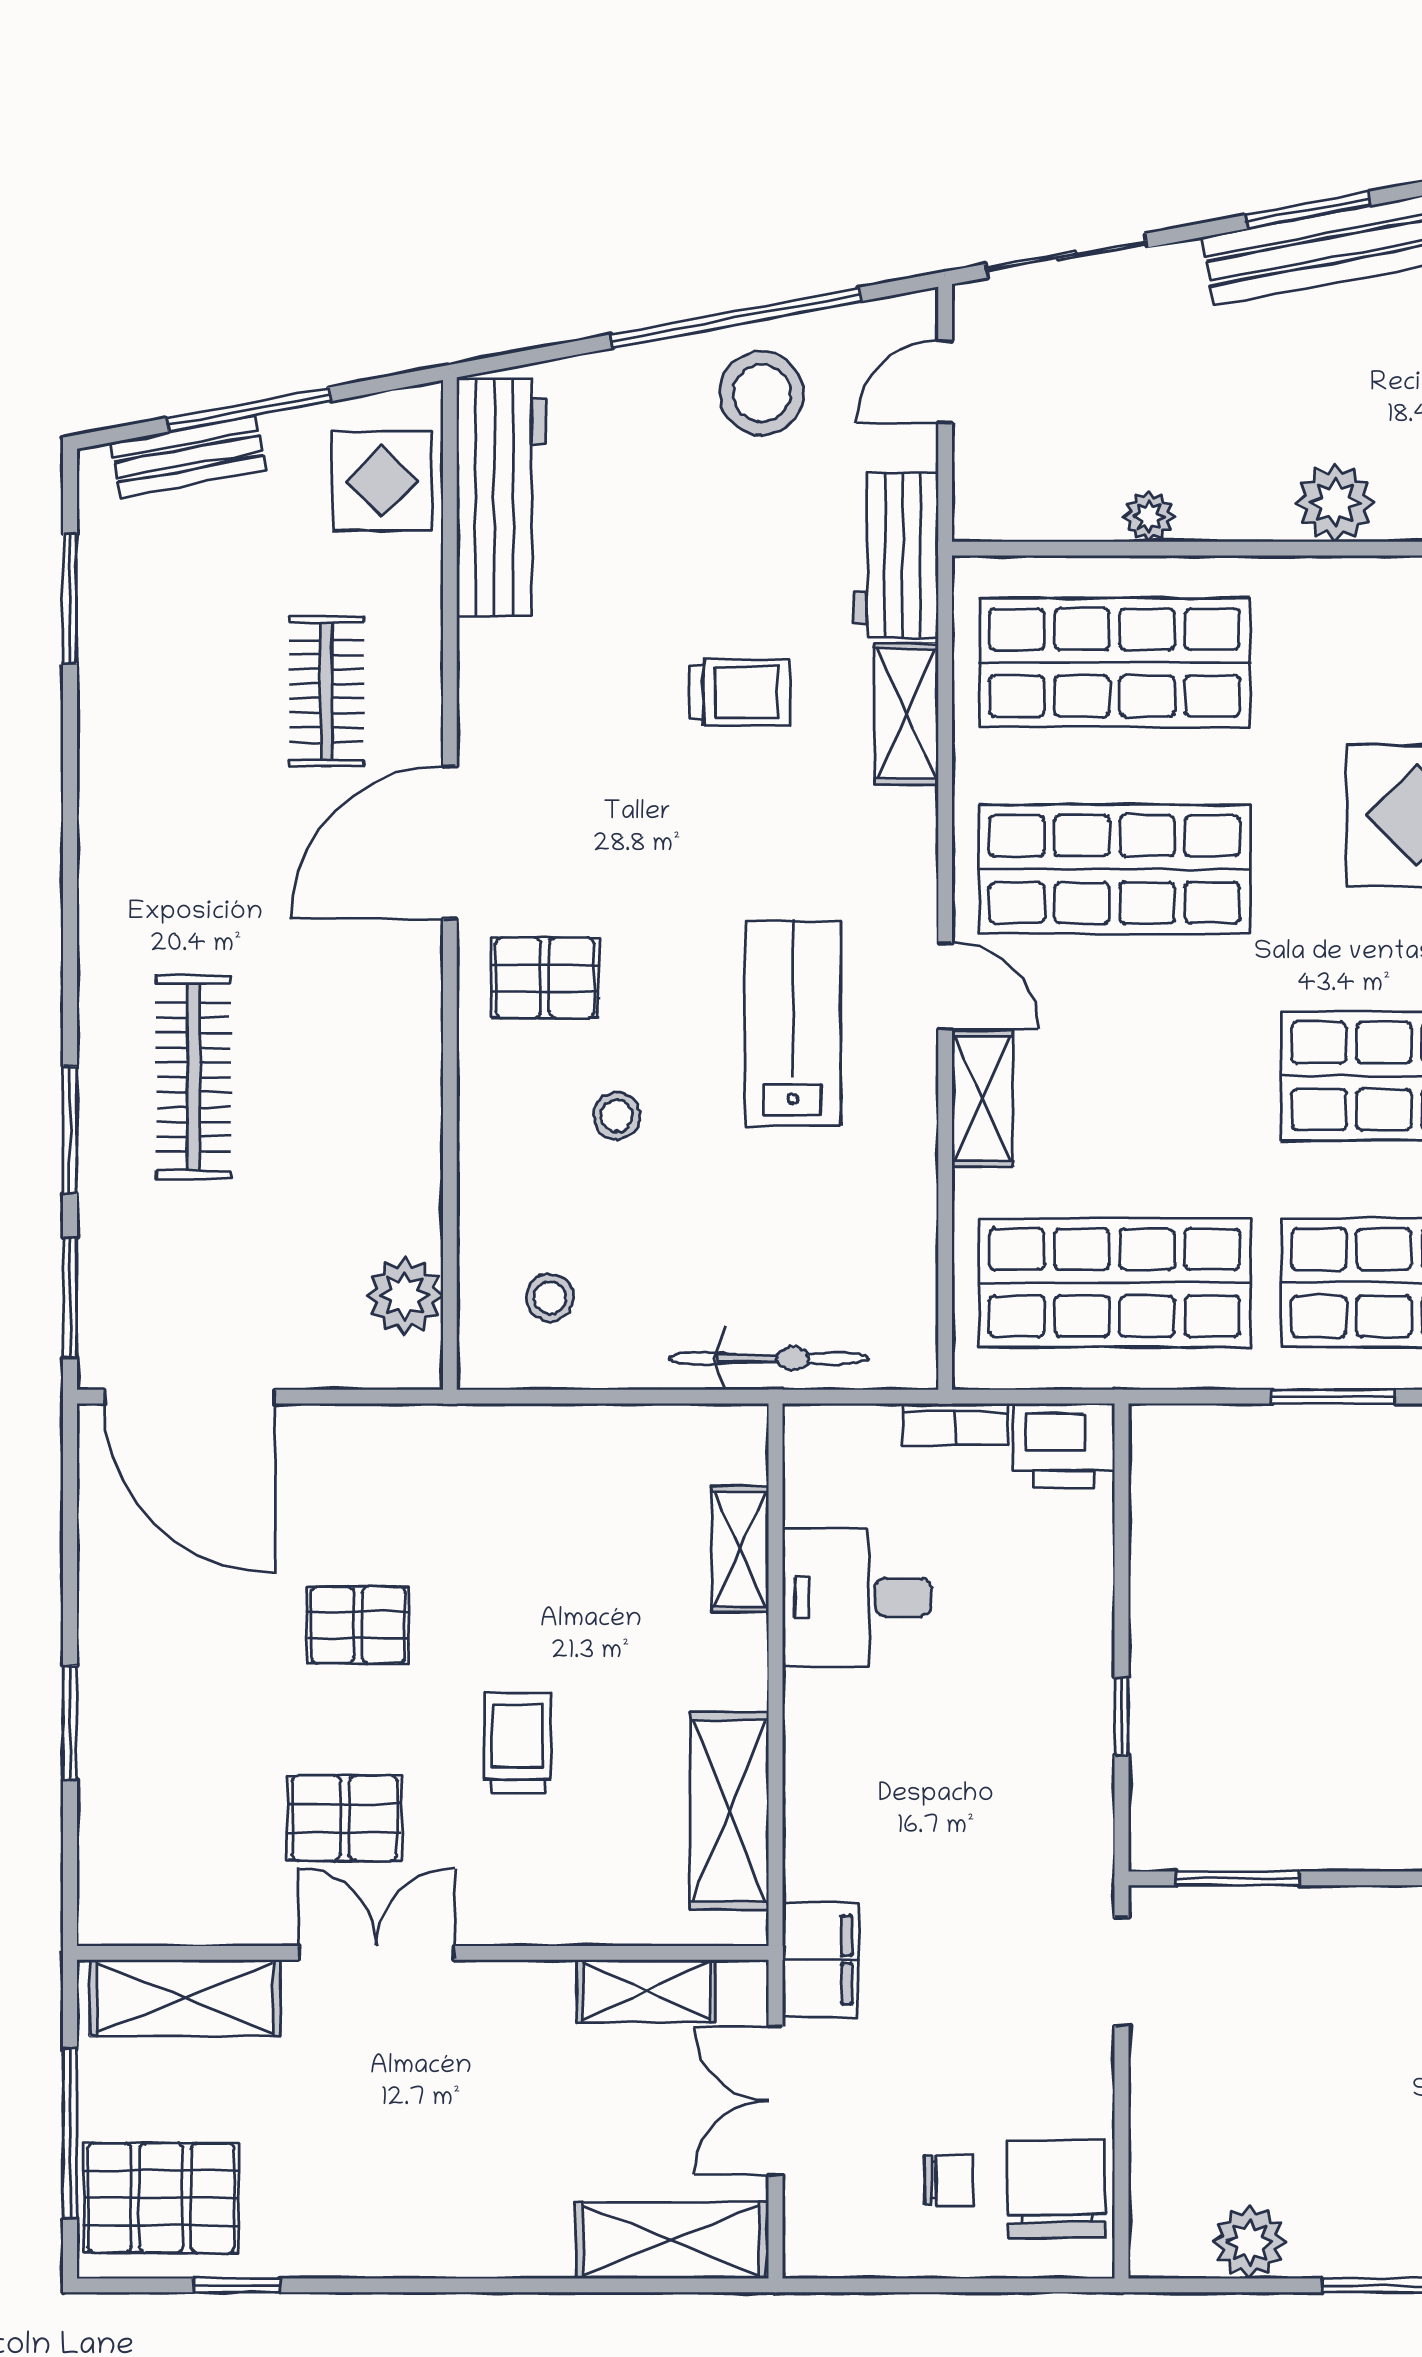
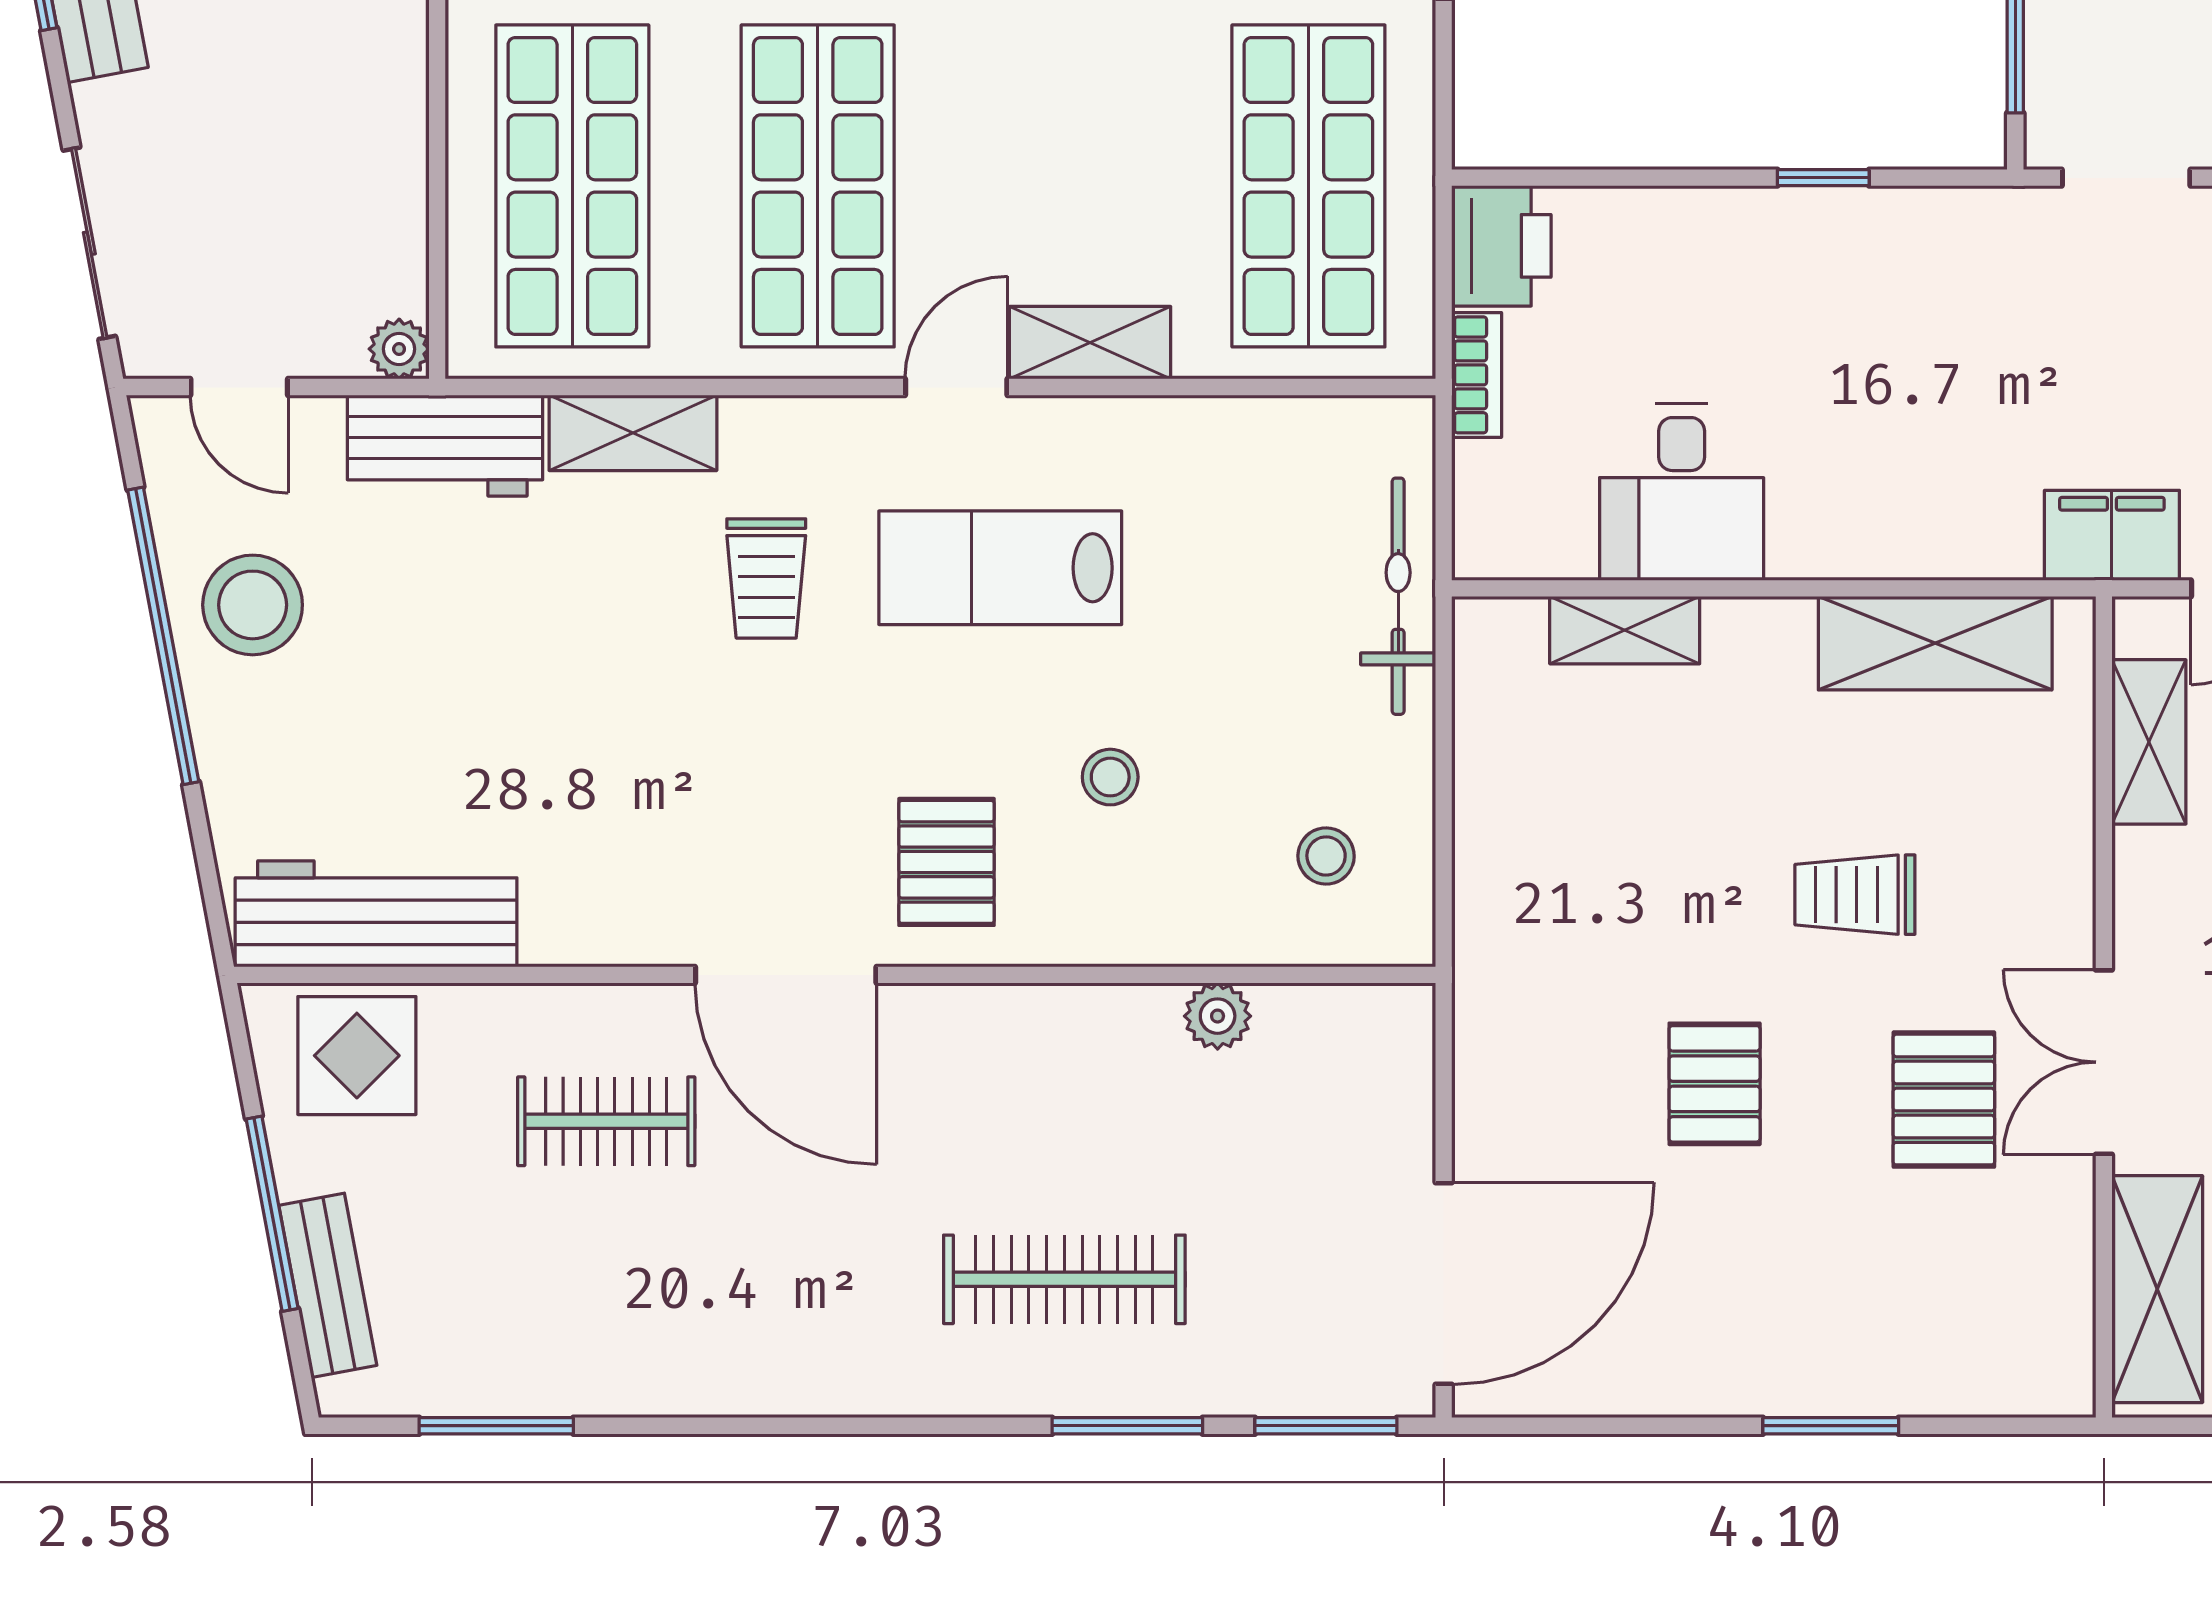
plant: (1149, 517) -> (399, 349), moved
trolley: (740, 692) -> (766, 578), moved, turned 180
plant: (405, 1296) -> (1218, 1016), moved, width x0.73, depth x0.73

